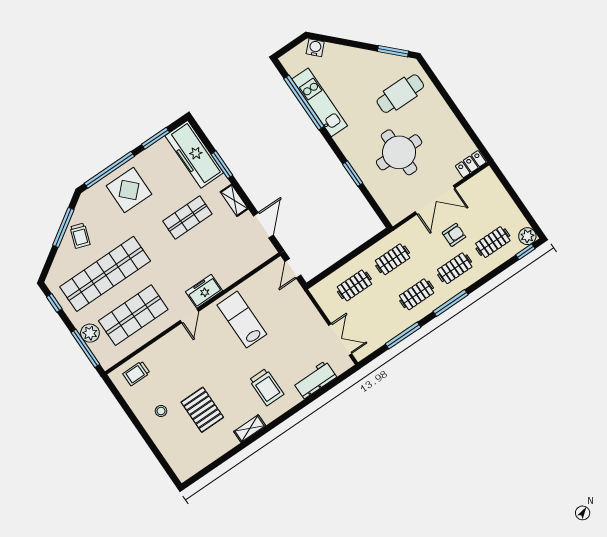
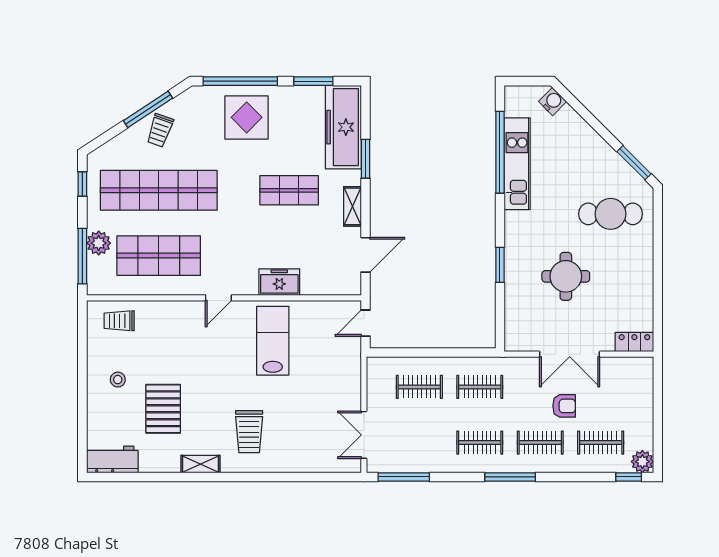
round table: (399, 152) -> (566, 276), width x0.73, depth x0.73
freezer: (204, 291) -> (279, 282), moved
window: (403, 335) -> (404, 477), moved
double door: (340, 340) -> (364, 435), swing flipped
workbench: (315, 380) -> (112, 459), moved

